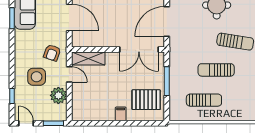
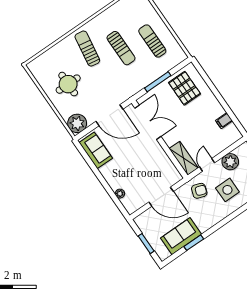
door: (69, 18) -> (161, 197), swing flipped
filing cabinet: (121, 114) -> (224, 121), moved

